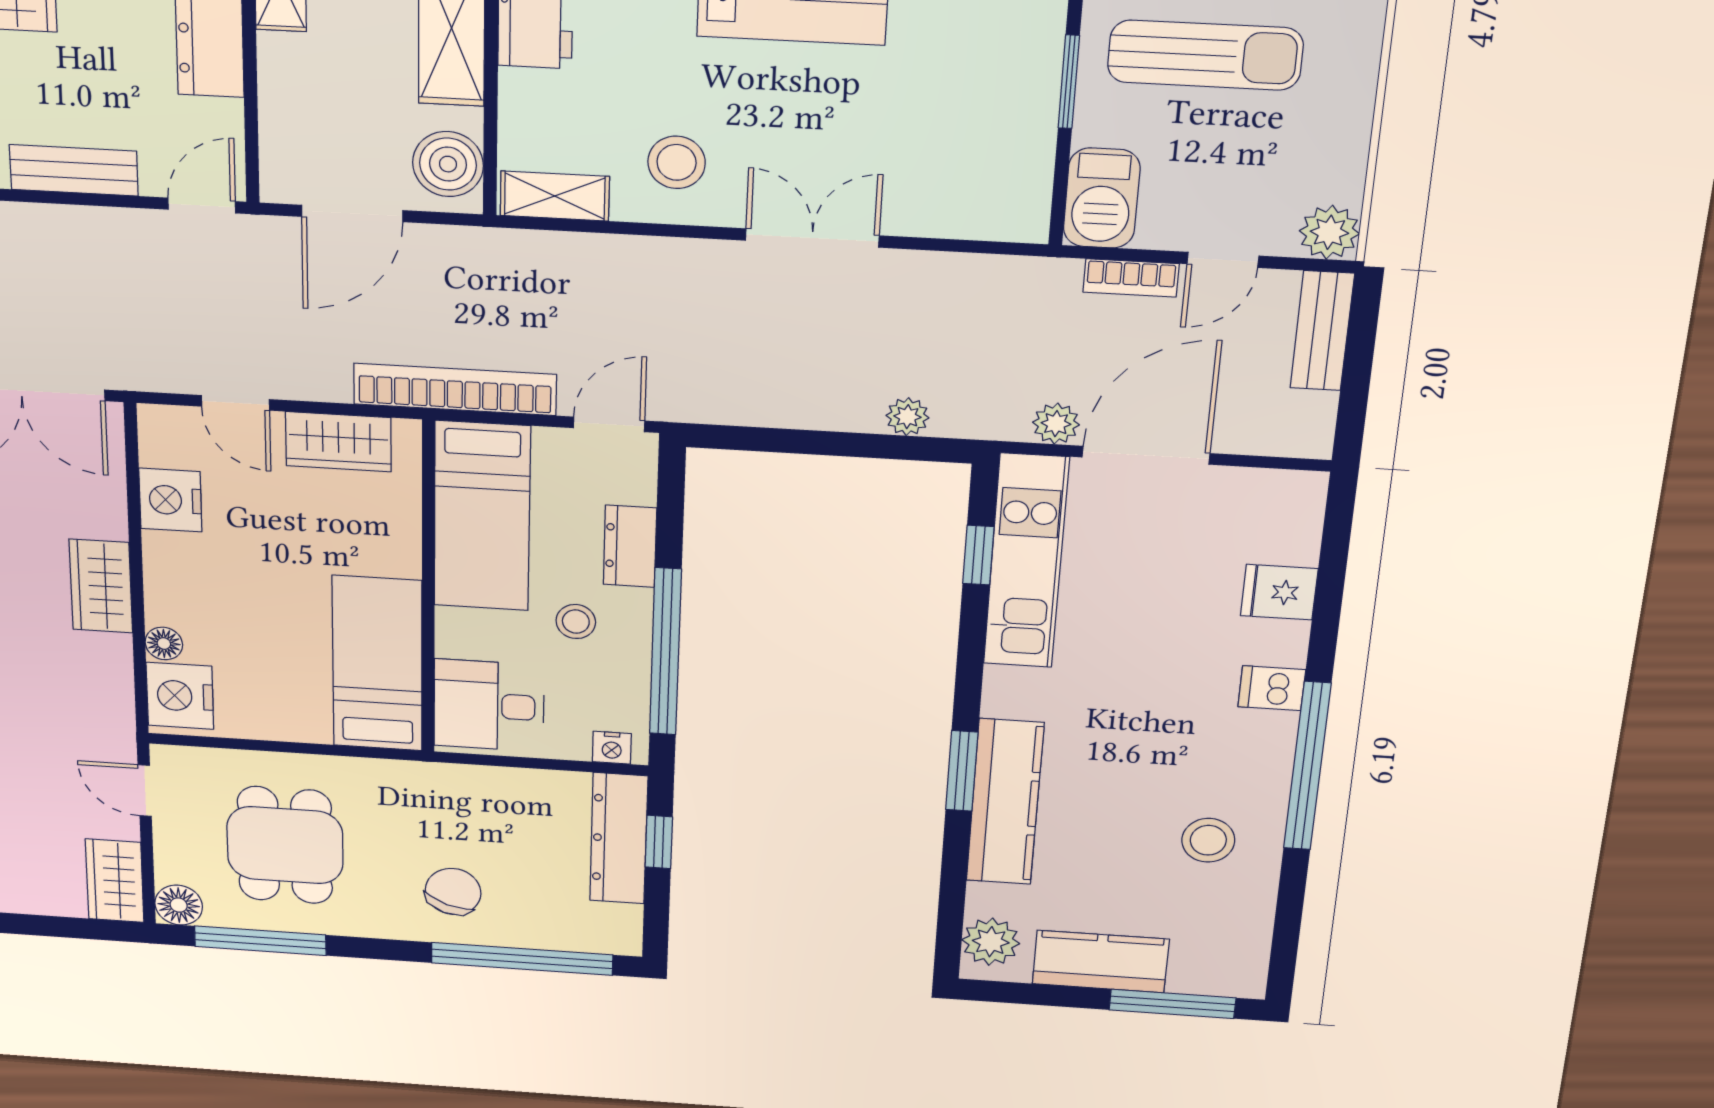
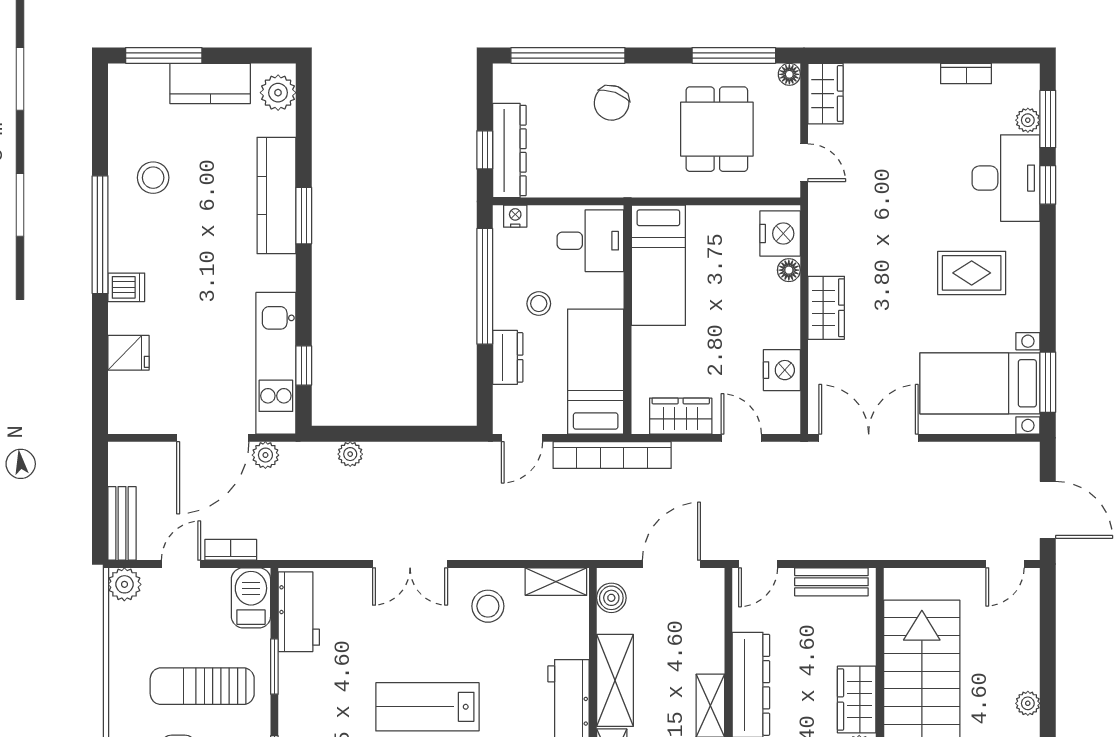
boiler: (448, 164) -> (611, 598), width x0.73, depth x0.73
workbench: (1017, 171) -> (299, 612), added
floor lamp: (179, 905) -> (789, 74), width x0.73, depth x0.73

